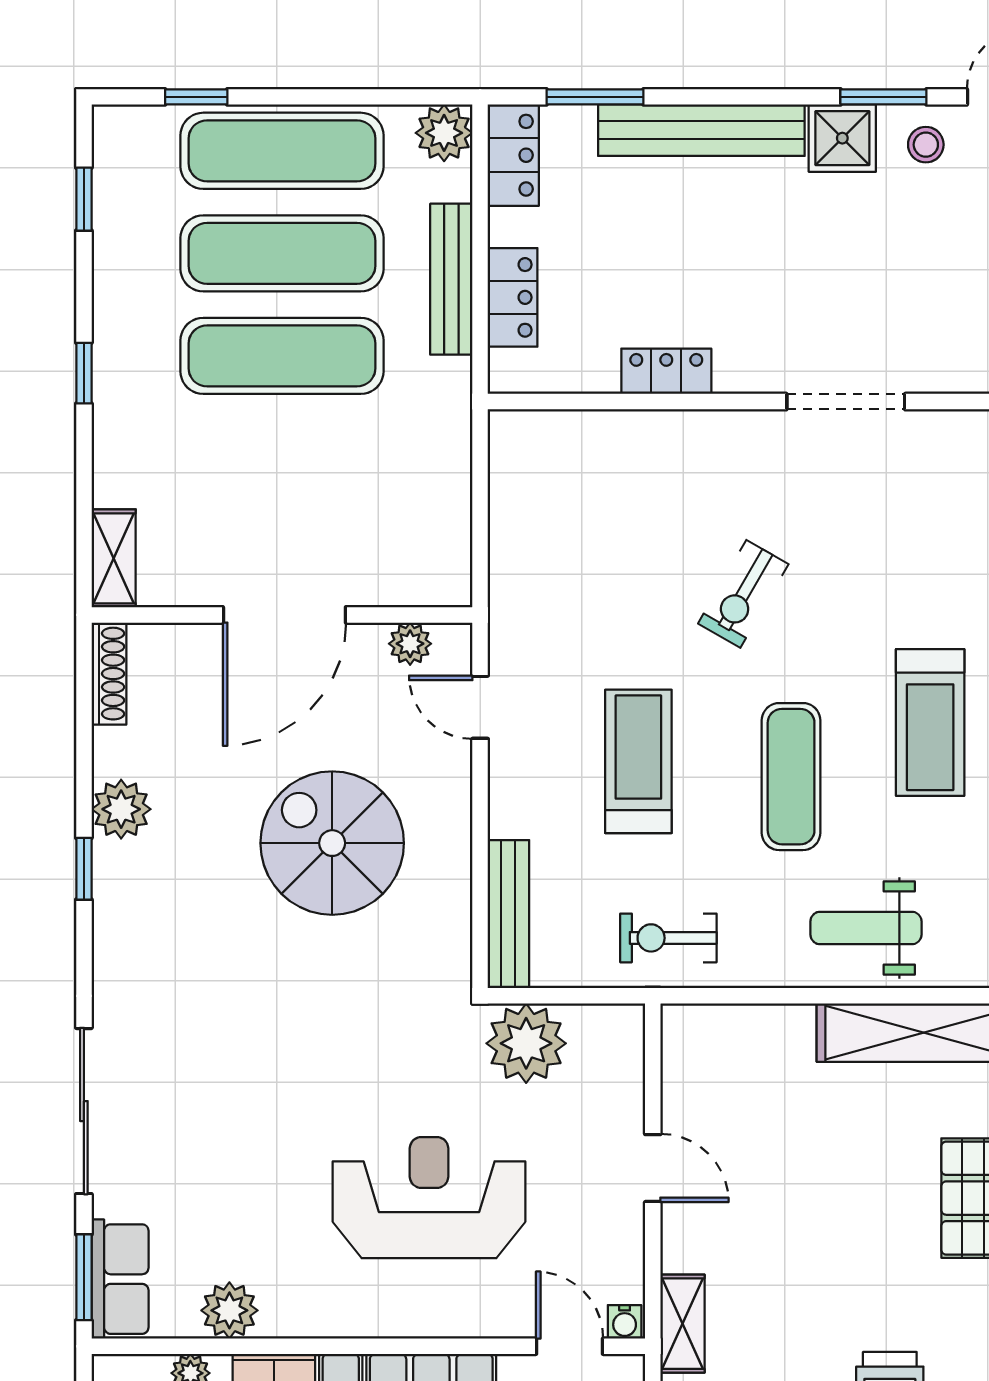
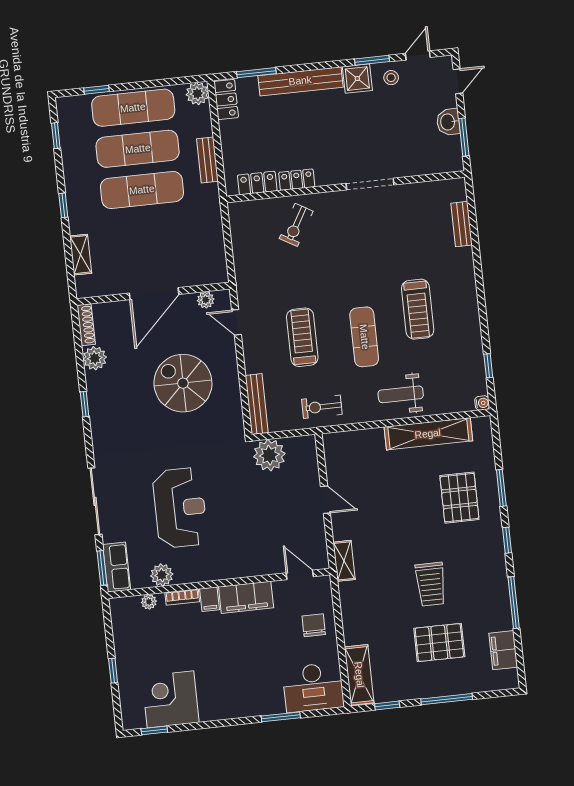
bench: (451, 279) -> (207, 160), width x0.73
locker: (513, 297) -> (257, 183), moved, turned -90
shelving: (114, 558) -> (81, 255), moved
exercise bike: (743, 594) -> (296, 225), moved
plant: (121, 809) -> (95, 358), moved
reception desk: (429, 1198) -> (180, 508), moved, turned 90
water cooler: (625, 1322) -> (321, 563), removed

